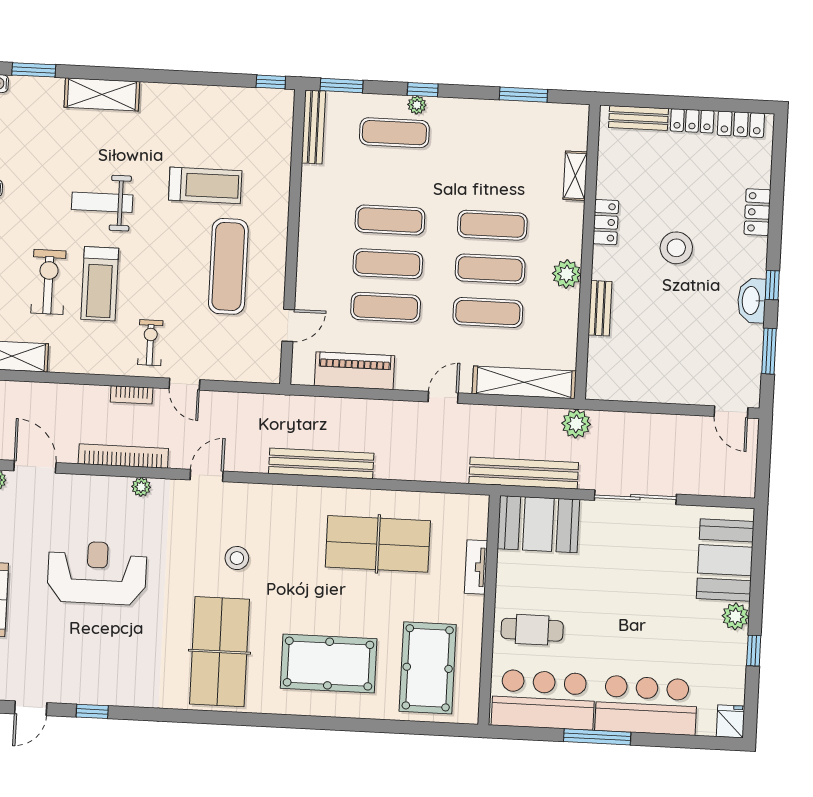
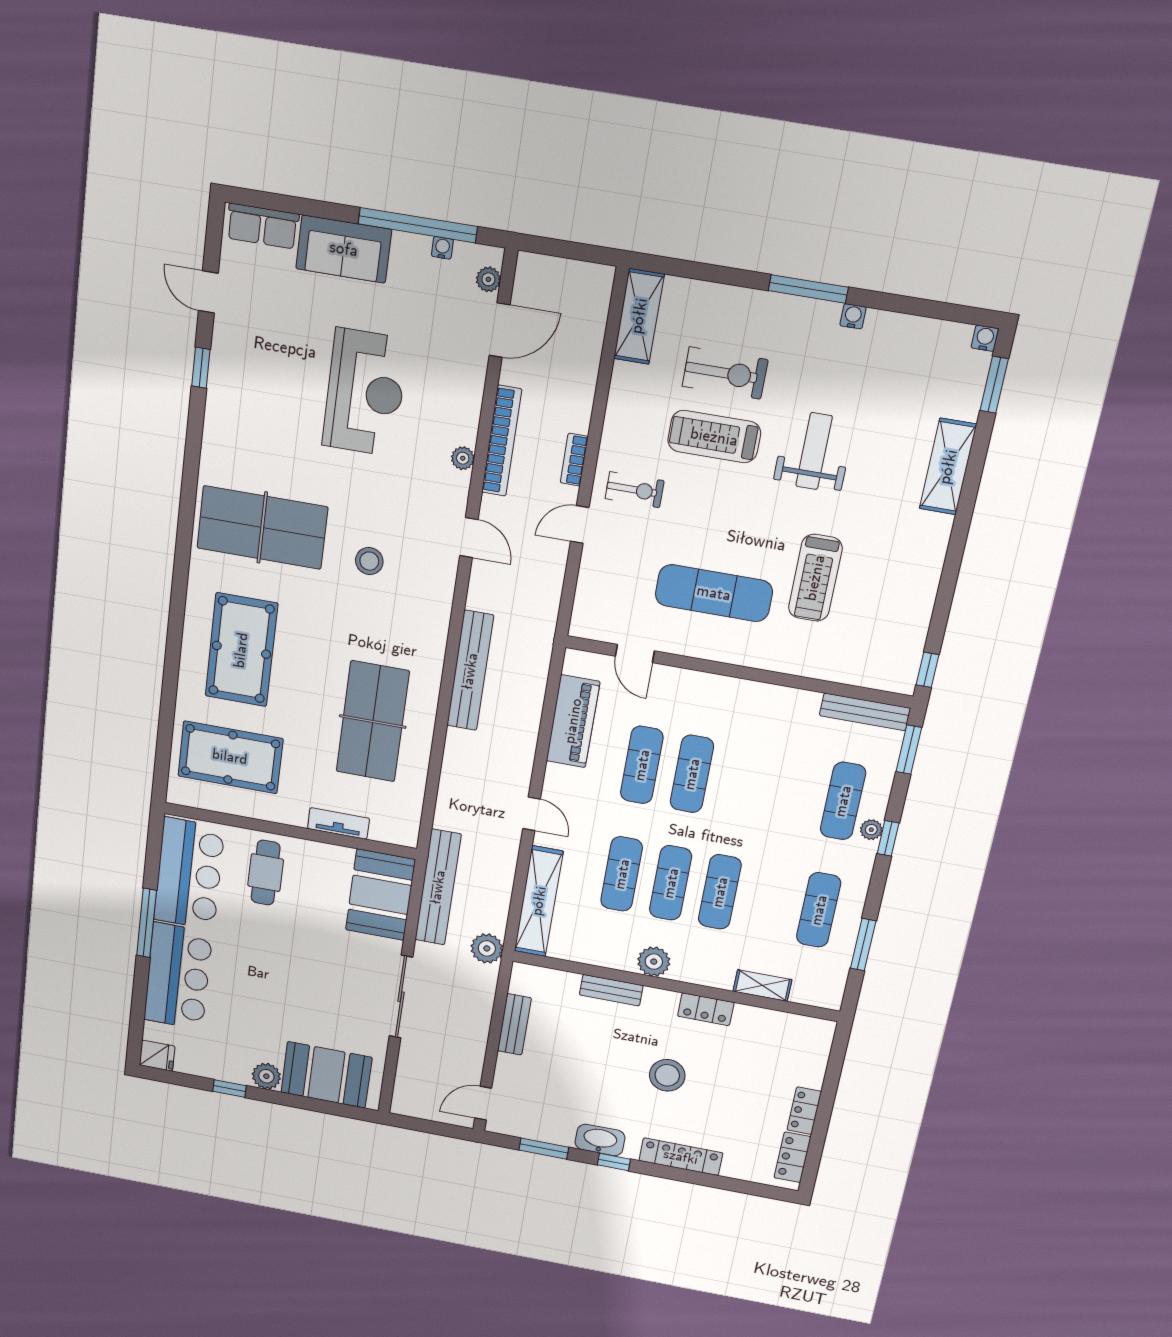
bench: (639, 118) -> (514, 1024), moved
locker: (757, 212) -> (681, 1157), width x1.53
exercise mat: (390, 220) -> (819, 910), moved

